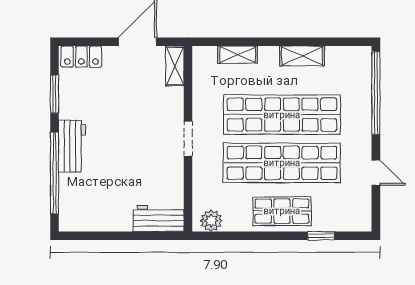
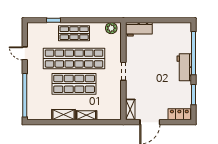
shelving: (238, 55) -> (86, 115), moved
shop shelf: (282, 115) -> (74, 84), width x0.71

